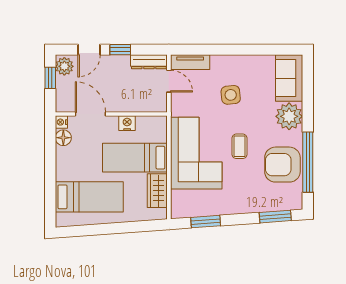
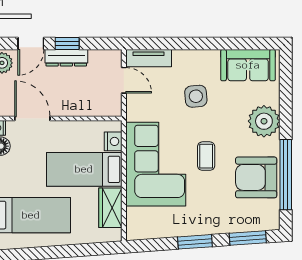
dresser: (149, 62) -> (66, 58), moved
sofa: (289, 78) -> (248, 65), moved, turned -90
nightstand: (127, 123) -> (113, 141), moved, turned 90
window: (206, 222) -> (195, 242), moved

